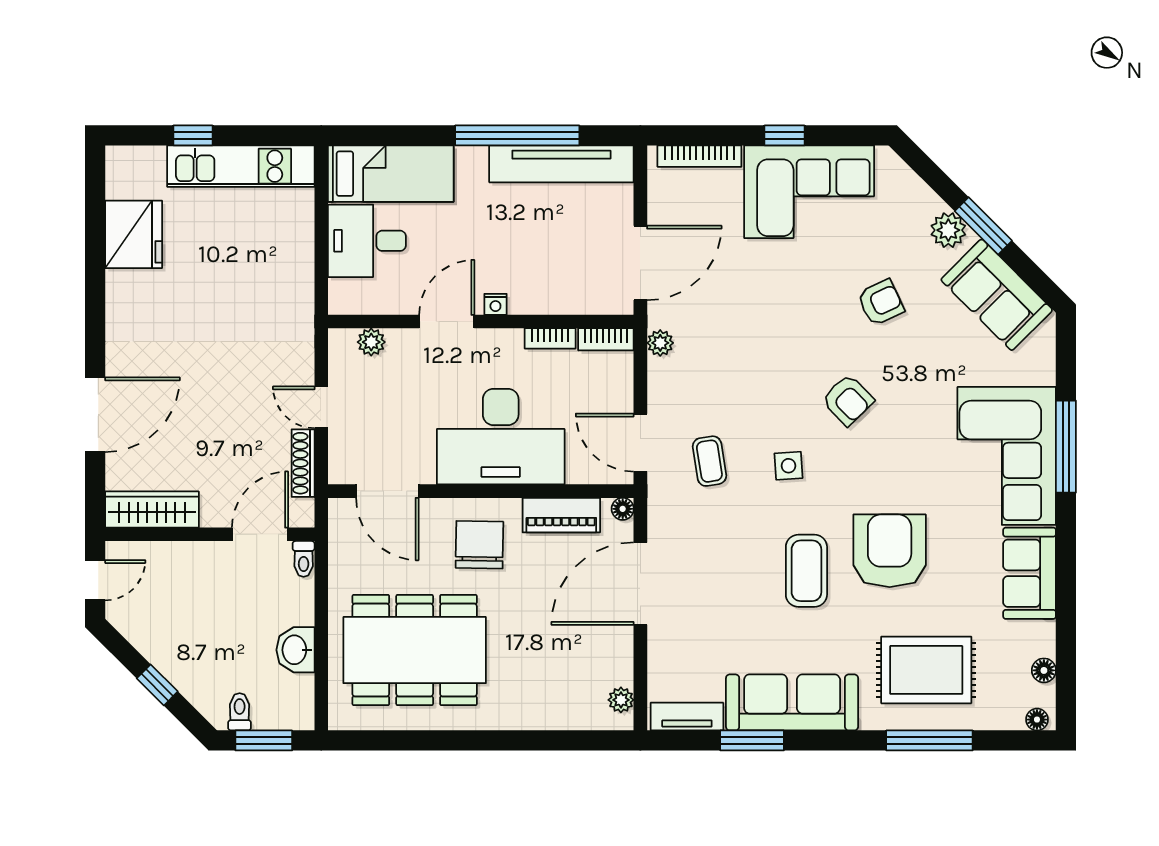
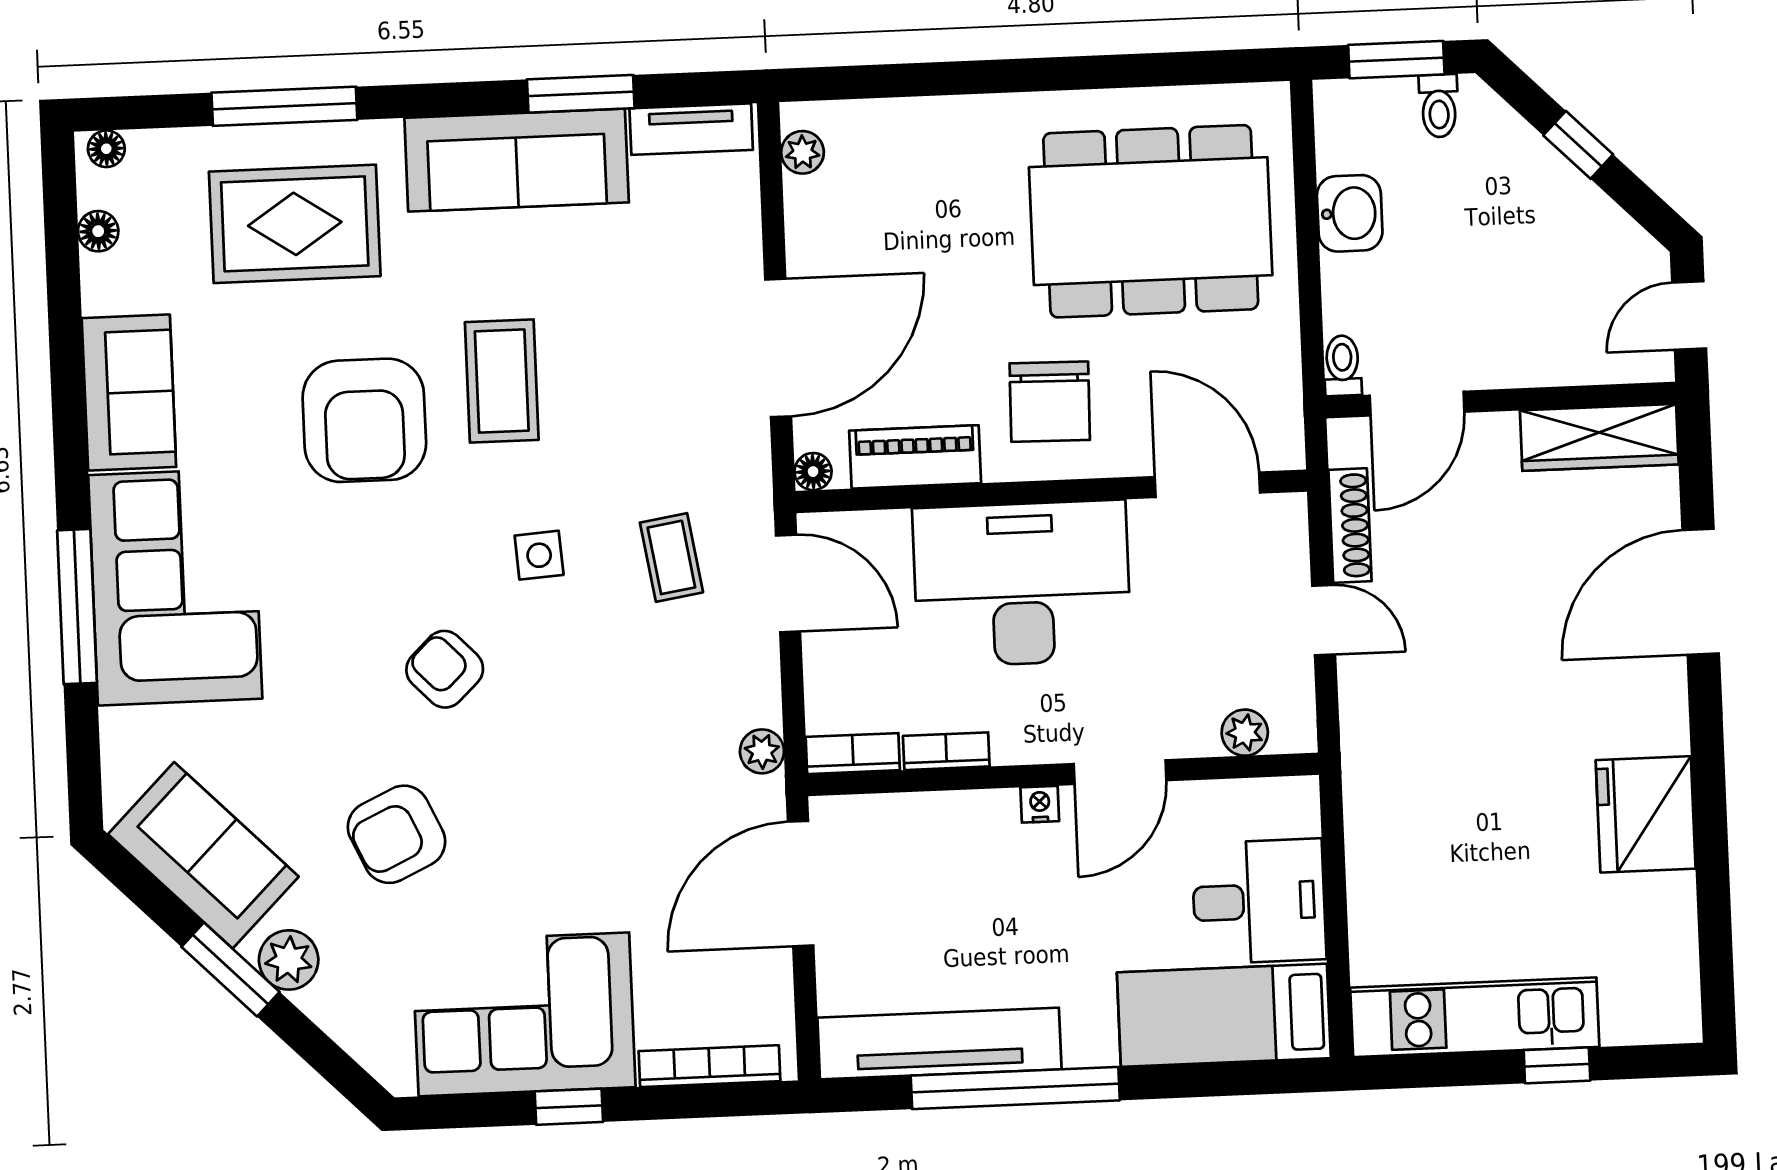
fridge: (134, 234) -> (1646, 814), moved
armchair: (881, 303) -> (397, 834), width x1.38, depth x1.38

